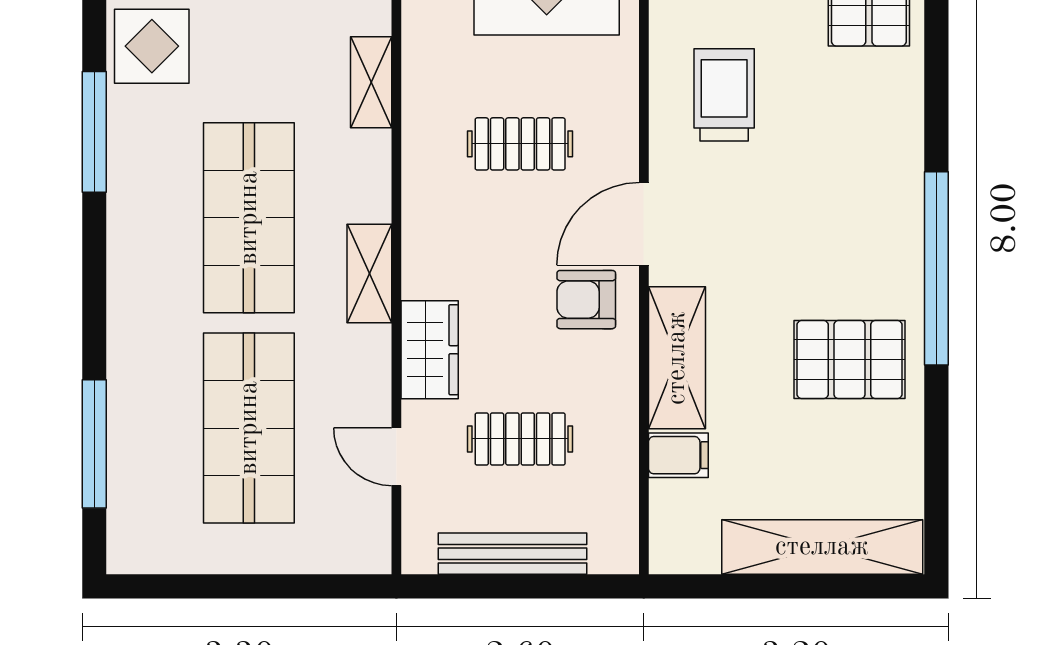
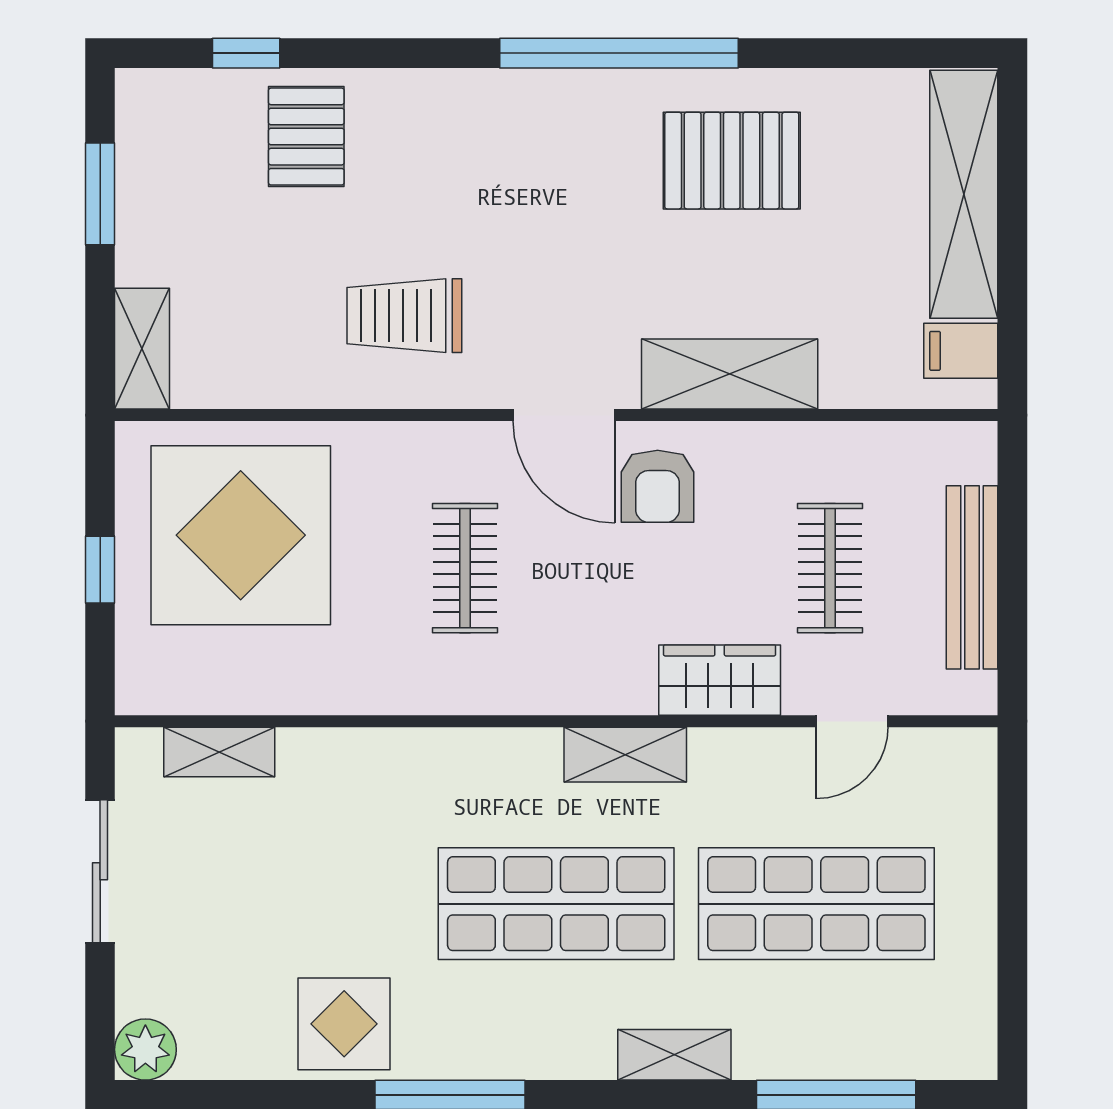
shelving: (371, 82) -> (674, 1055), moved
pallet: (849, 360) -> (732, 161), turned 90
filing cabinet: (678, 455) -> (961, 351), moved, turned -90

